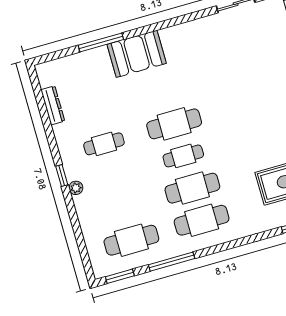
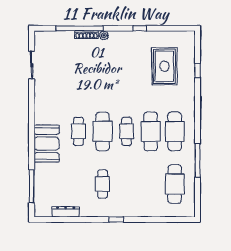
window: (101, 42) -> (32, 186), moved
cafe table: (165, 92) -> (78, 131), added
plant: (76, 188) -> (127, 212), removed
window: (120, 276) -> (197, 199), removed

